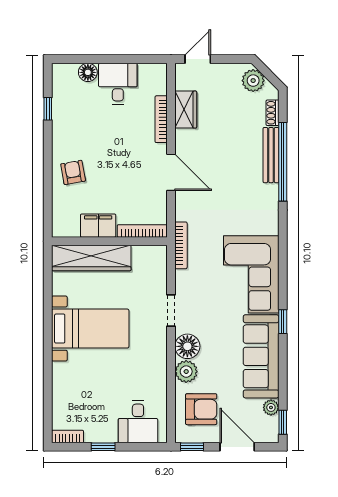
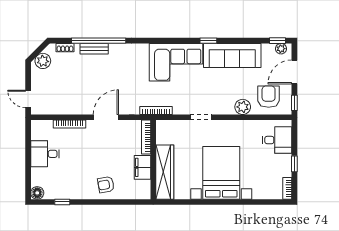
floor lamp: (88, 72) -> (37, 193), moved
wardrobe: (186, 110) -> (63, 107), removed
bench: (271, 155) -> (94, 49), width x0.73
bed with nightstands: (90, 329) -> (221, 173), width x1.36
floor lamp: (187, 346) -> (225, 106), removed
plant: (271, 407) -> (281, 49), moved

